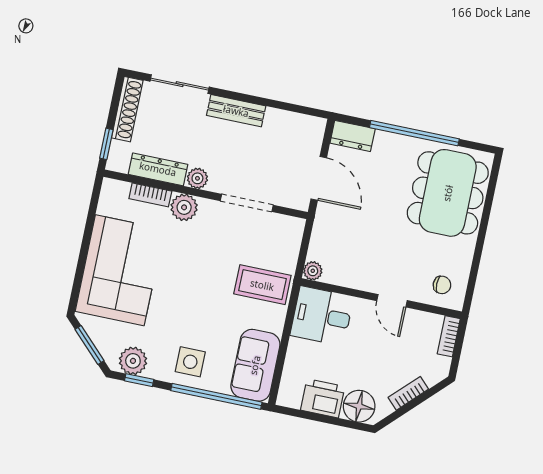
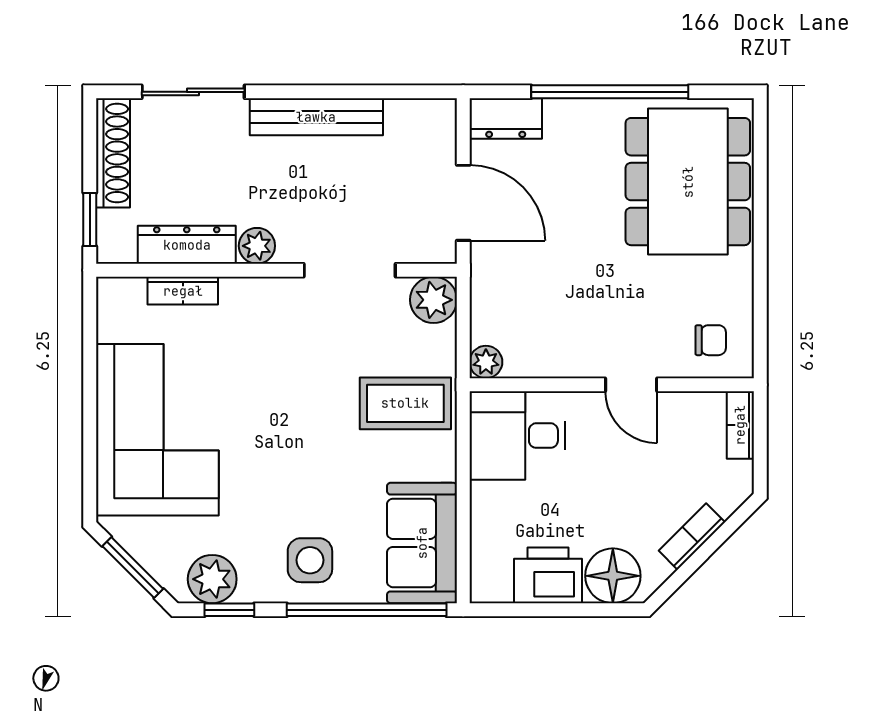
bench: (236, 111) -> (316, 117), width x1.36
plant: (184, 207) -> (434, 300), moved

